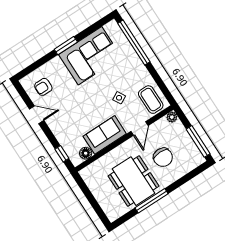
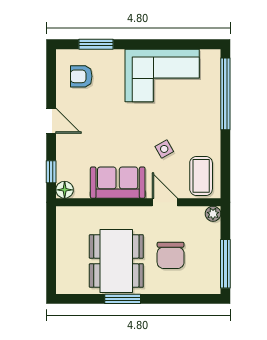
window: (66, 46) -> (96, 44), moved
door: (37, 115) -> (51, 121), moved
door: (140, 129) -> (165, 202), swing flipped
floor lamp: (86, 153) -> (65, 190), moved
window: (151, 201) -> (123, 299), width x0.69

